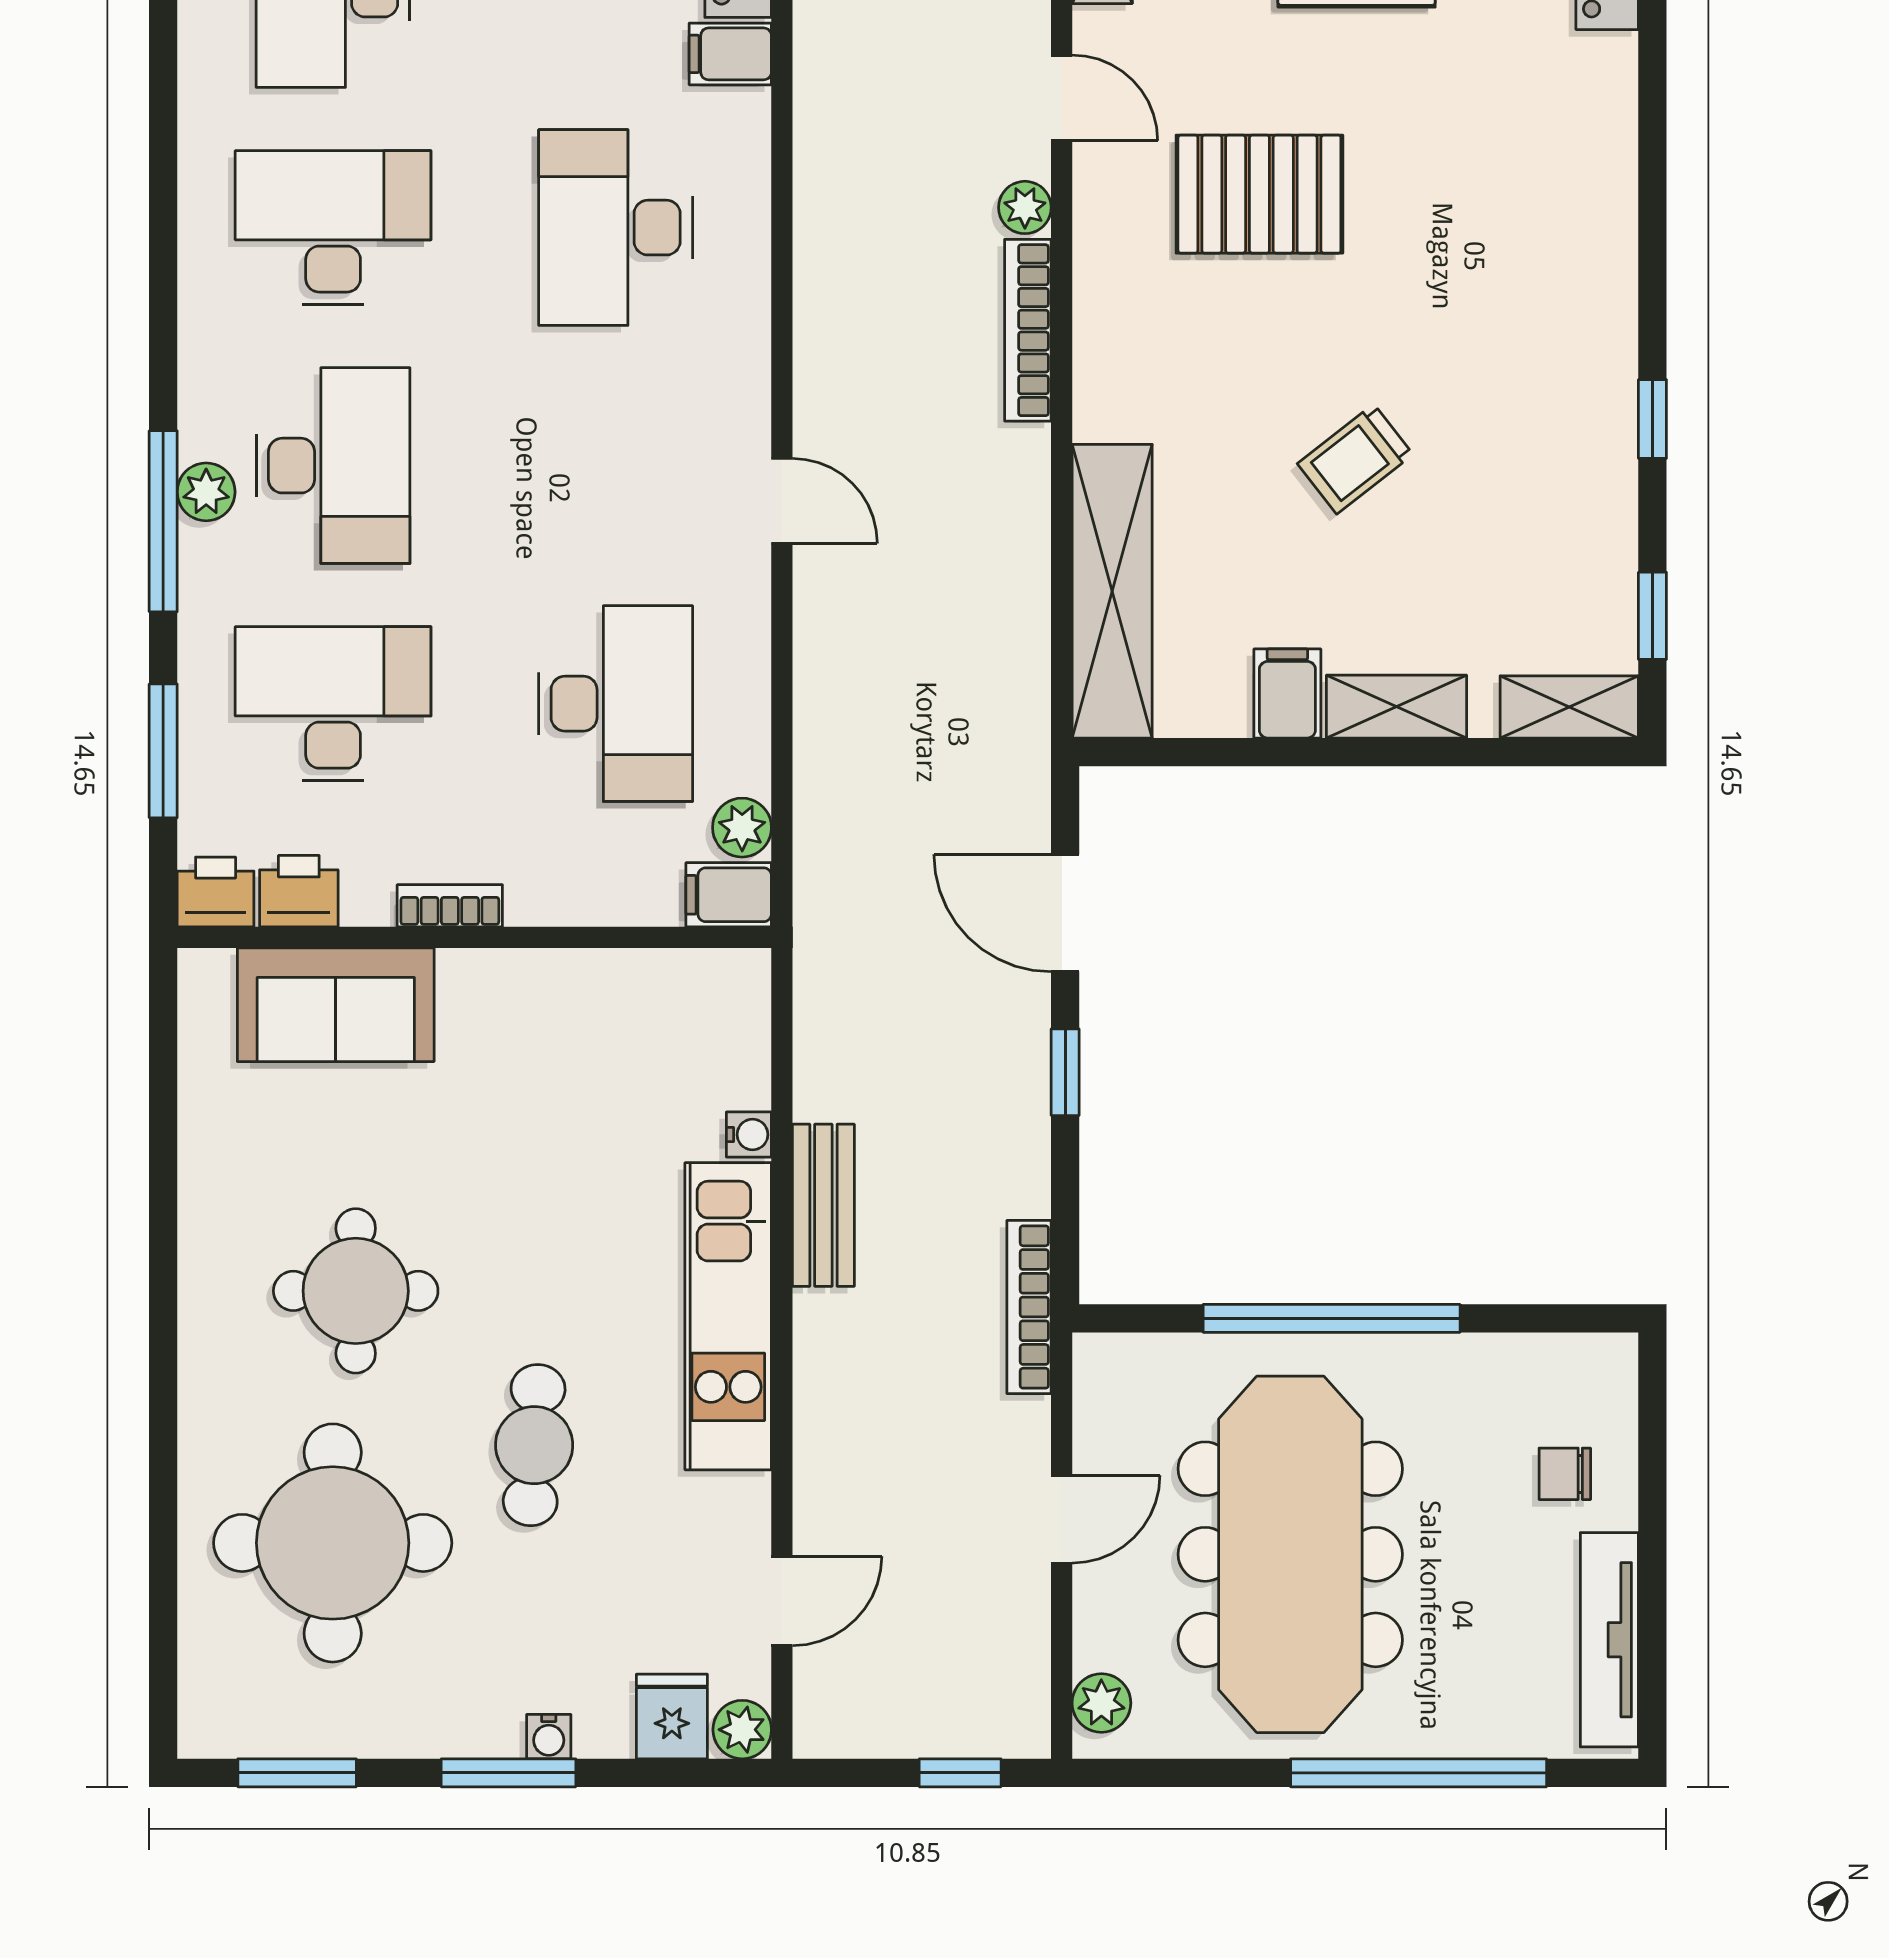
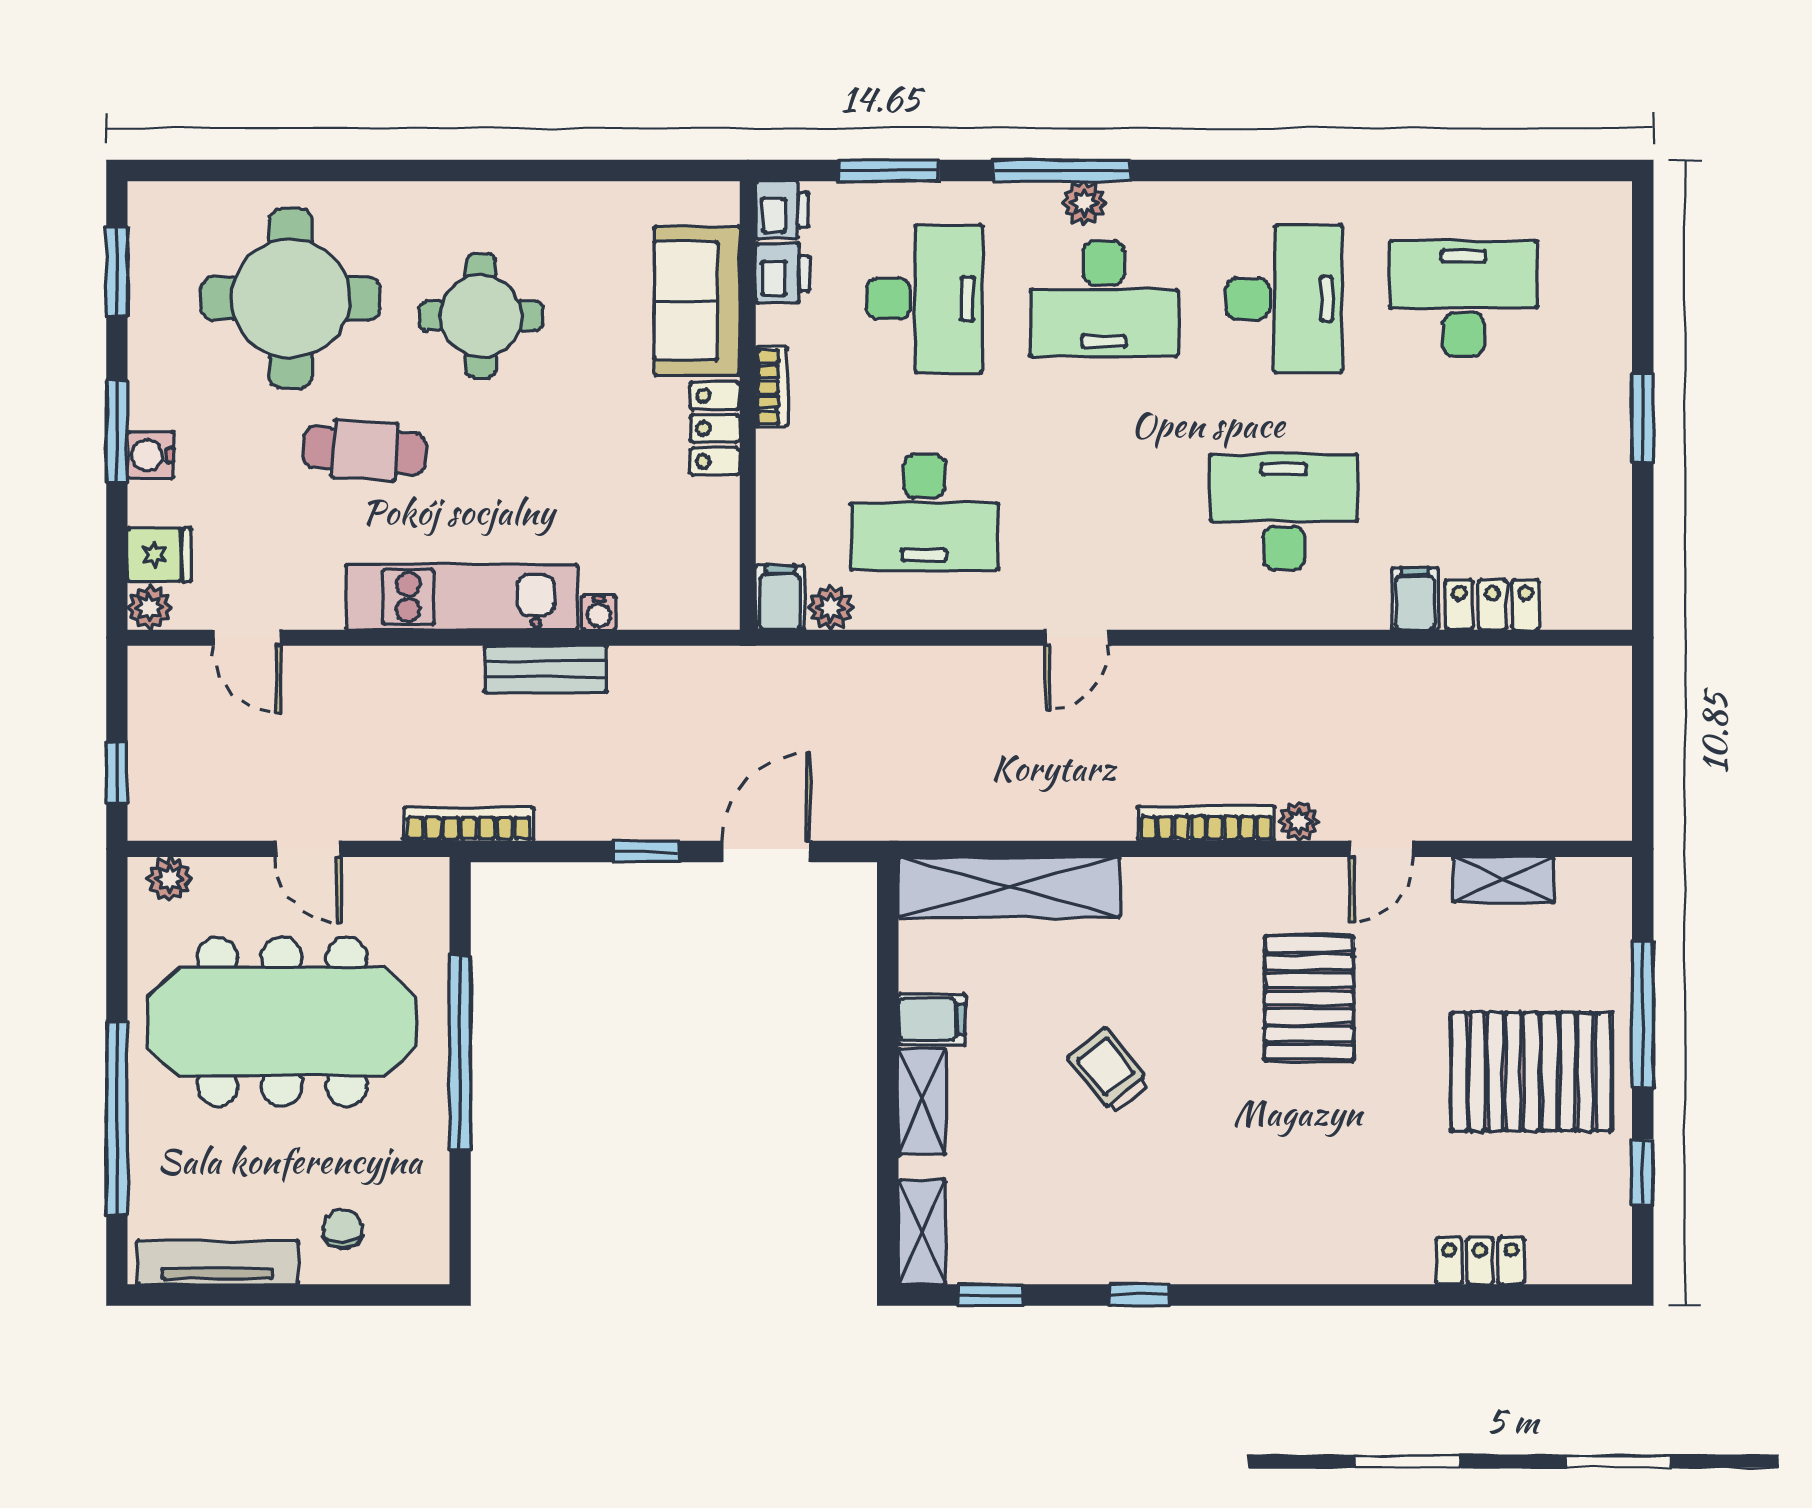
locker: (505, 981) -> (715, 429), added
water cooler: (549, 1737) -> (151, 455), width x1.38, depth x1.38

